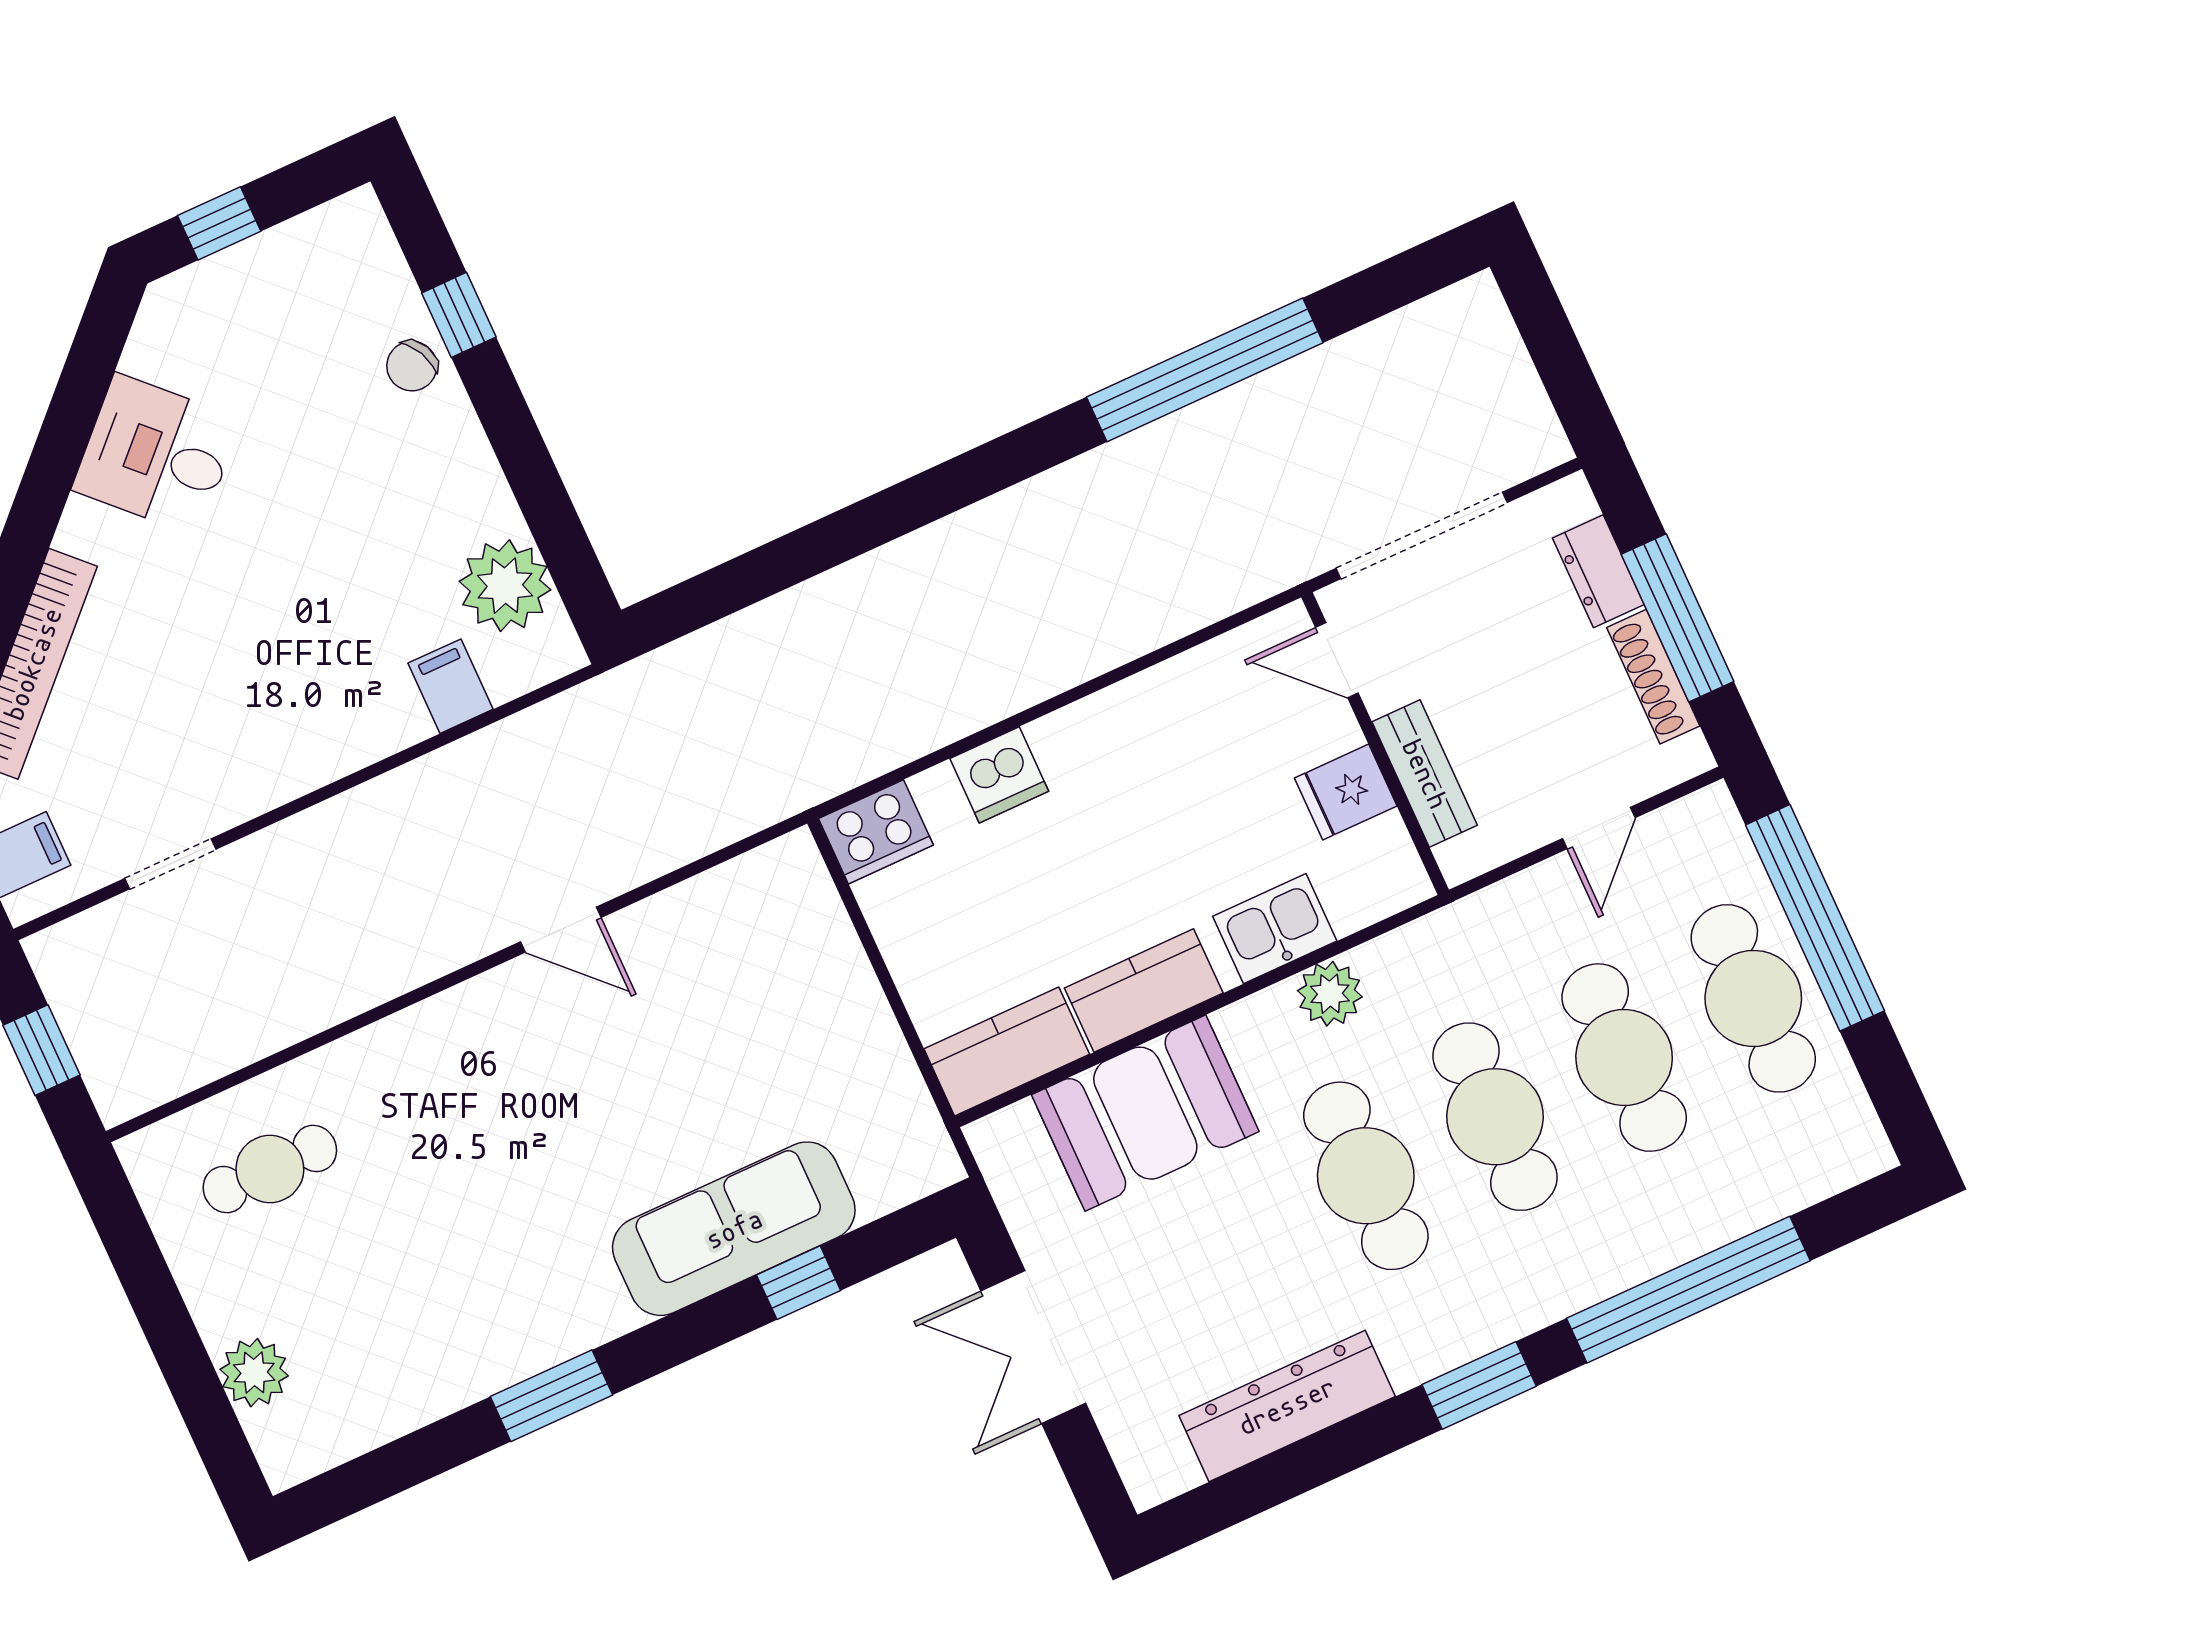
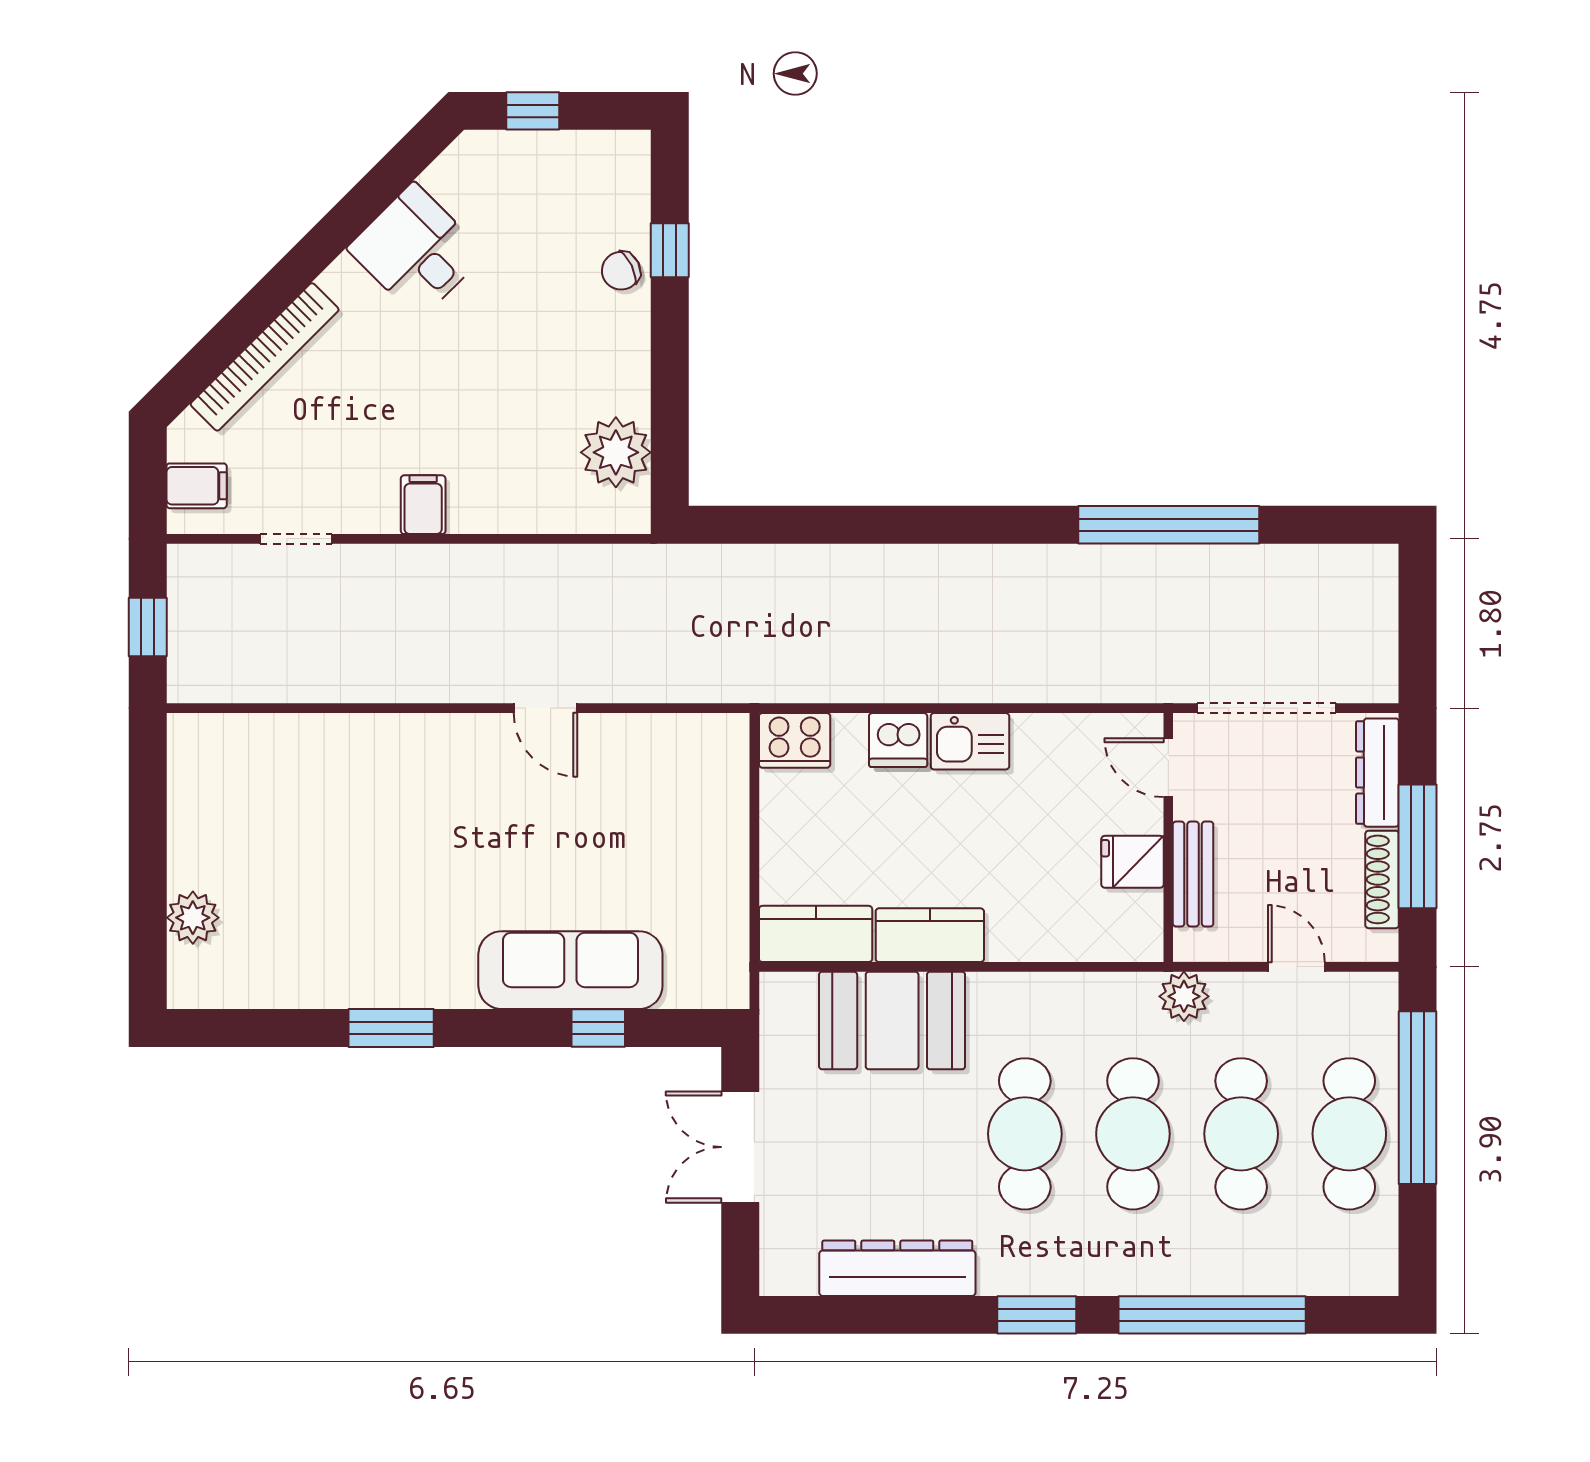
dresser: (1598, 571) -> (1377, 773), width x1.44
filing cabinet: (451, 686) -> (423, 505), moved
door: (1599, 828) -> (1296, 967), swing flipped
kitchen sink: (1275, 929) -> (970, 741), moved, turned 180
plant: (1330, 994) -> (1184, 996), moved
cafe table: (270, 1169) -> (268, 782), removed

